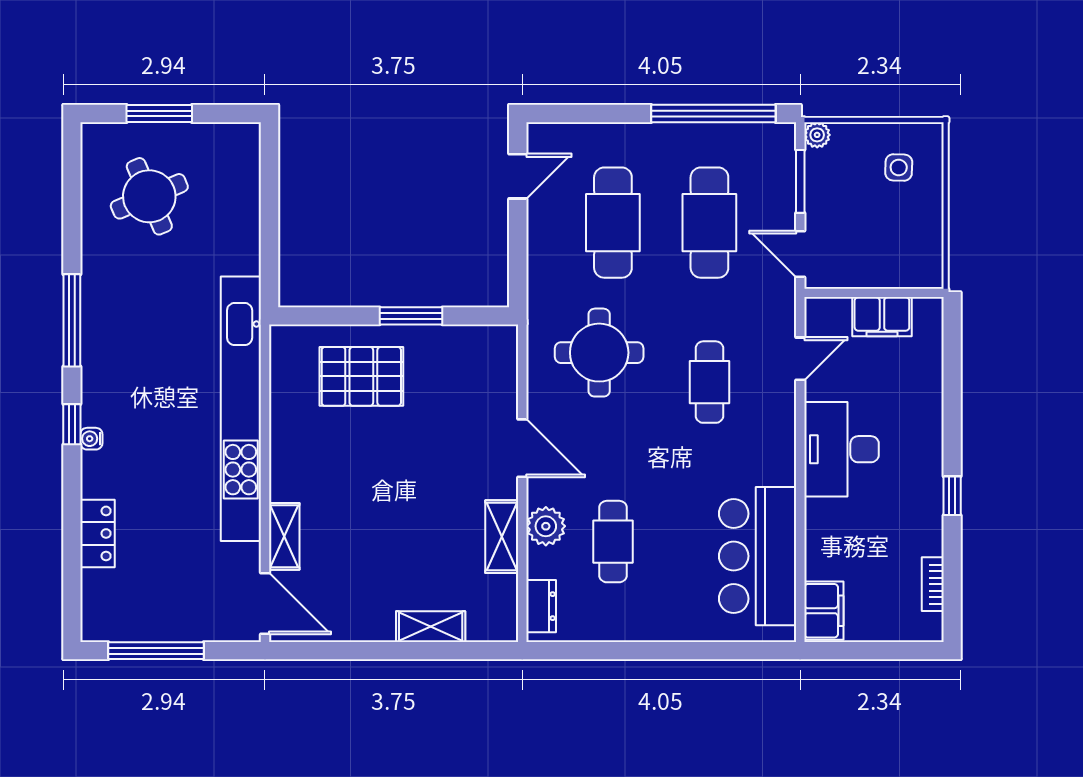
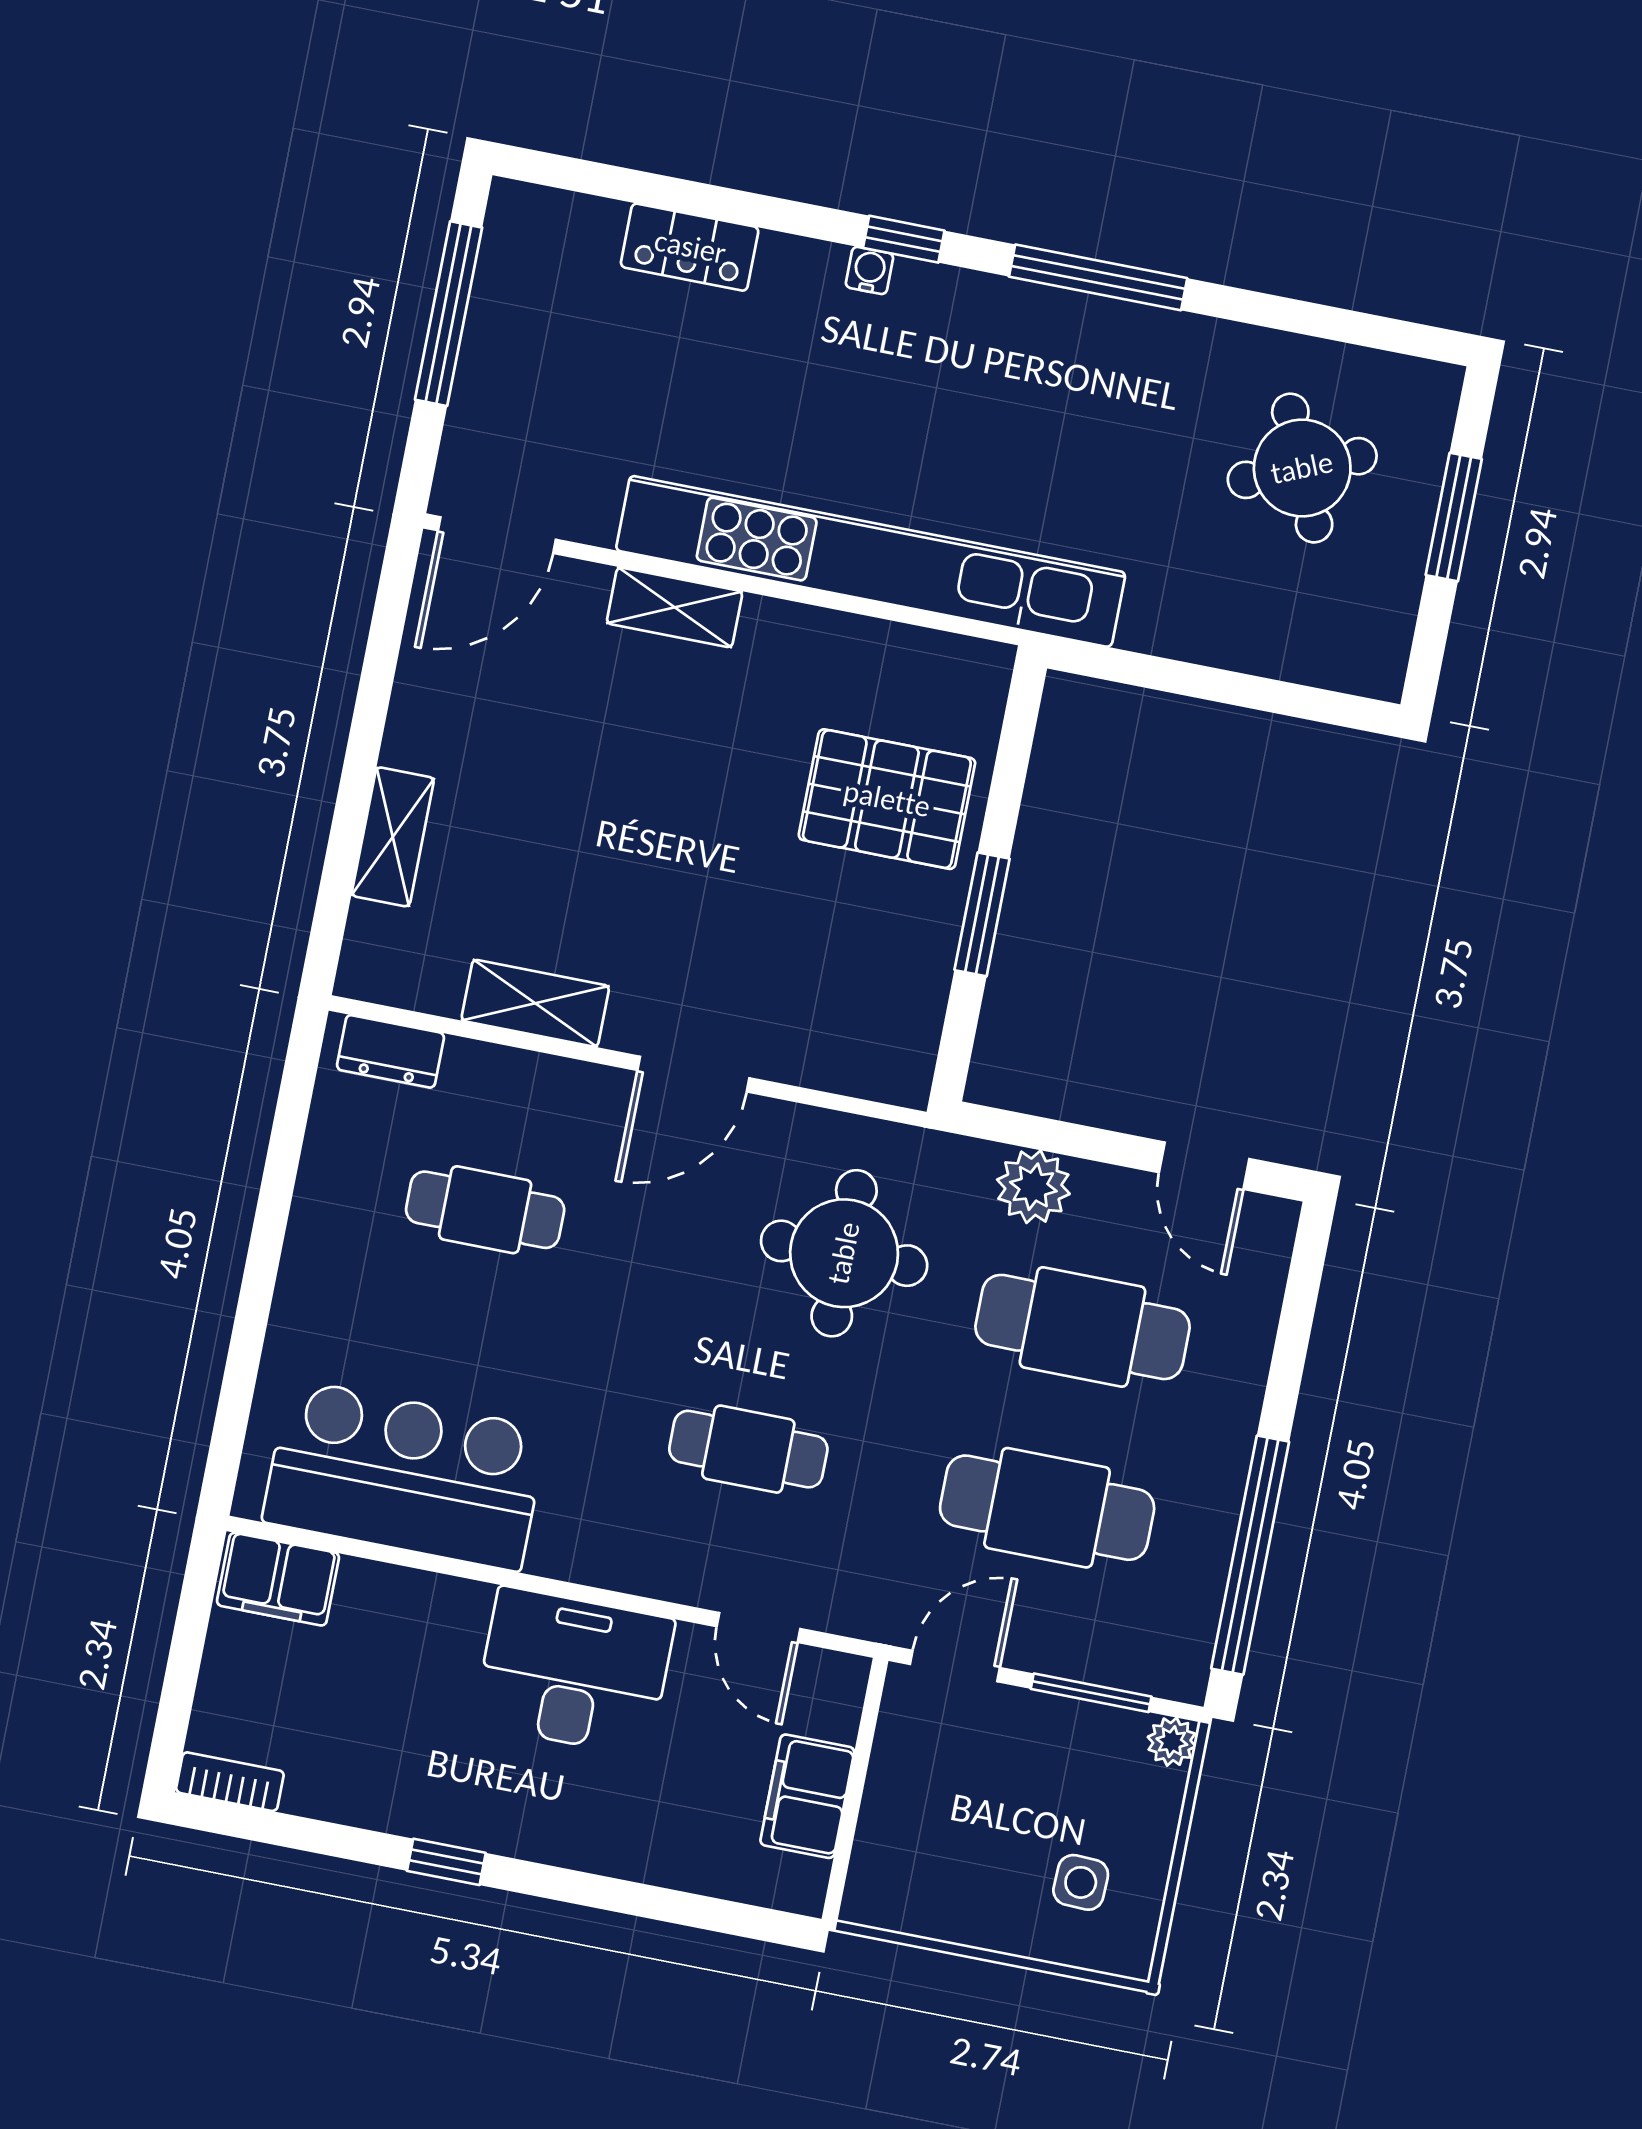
pallet: (361, 376) -> (887, 799), turned 90
plant: (546, 526) -> (1033, 1187), moved
shelving: (284, 536) -> (675, 607), moved
bookcase: (933, 584) -> (230, 1782), moved

